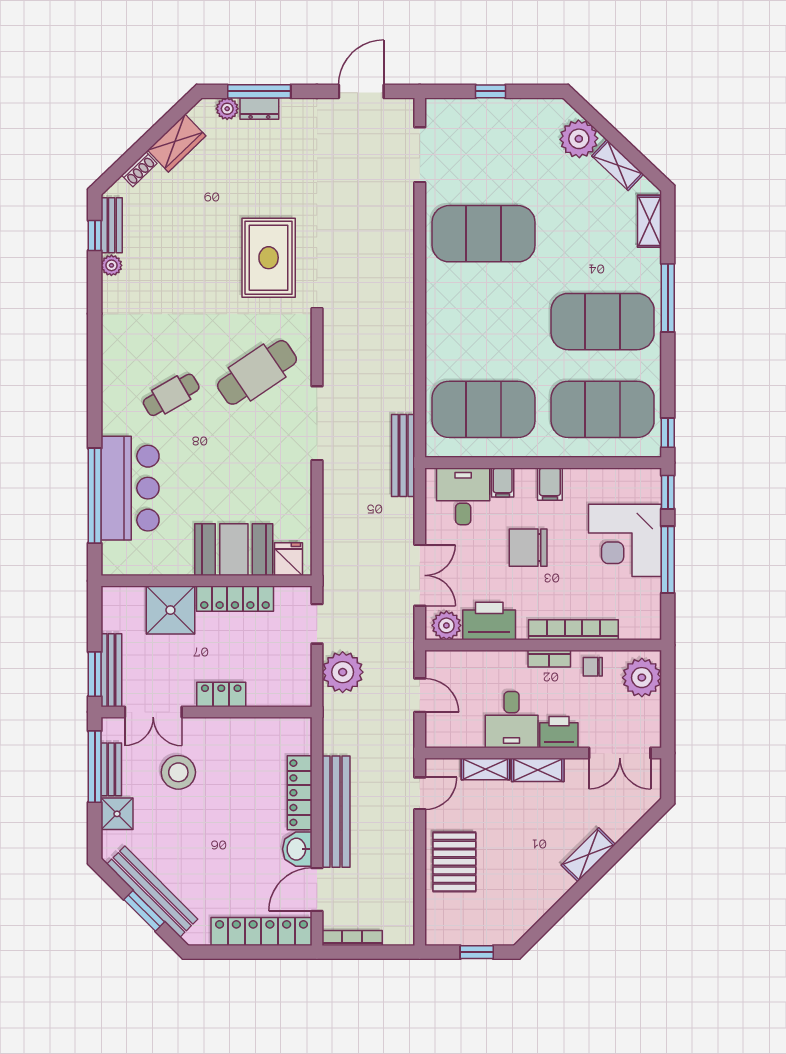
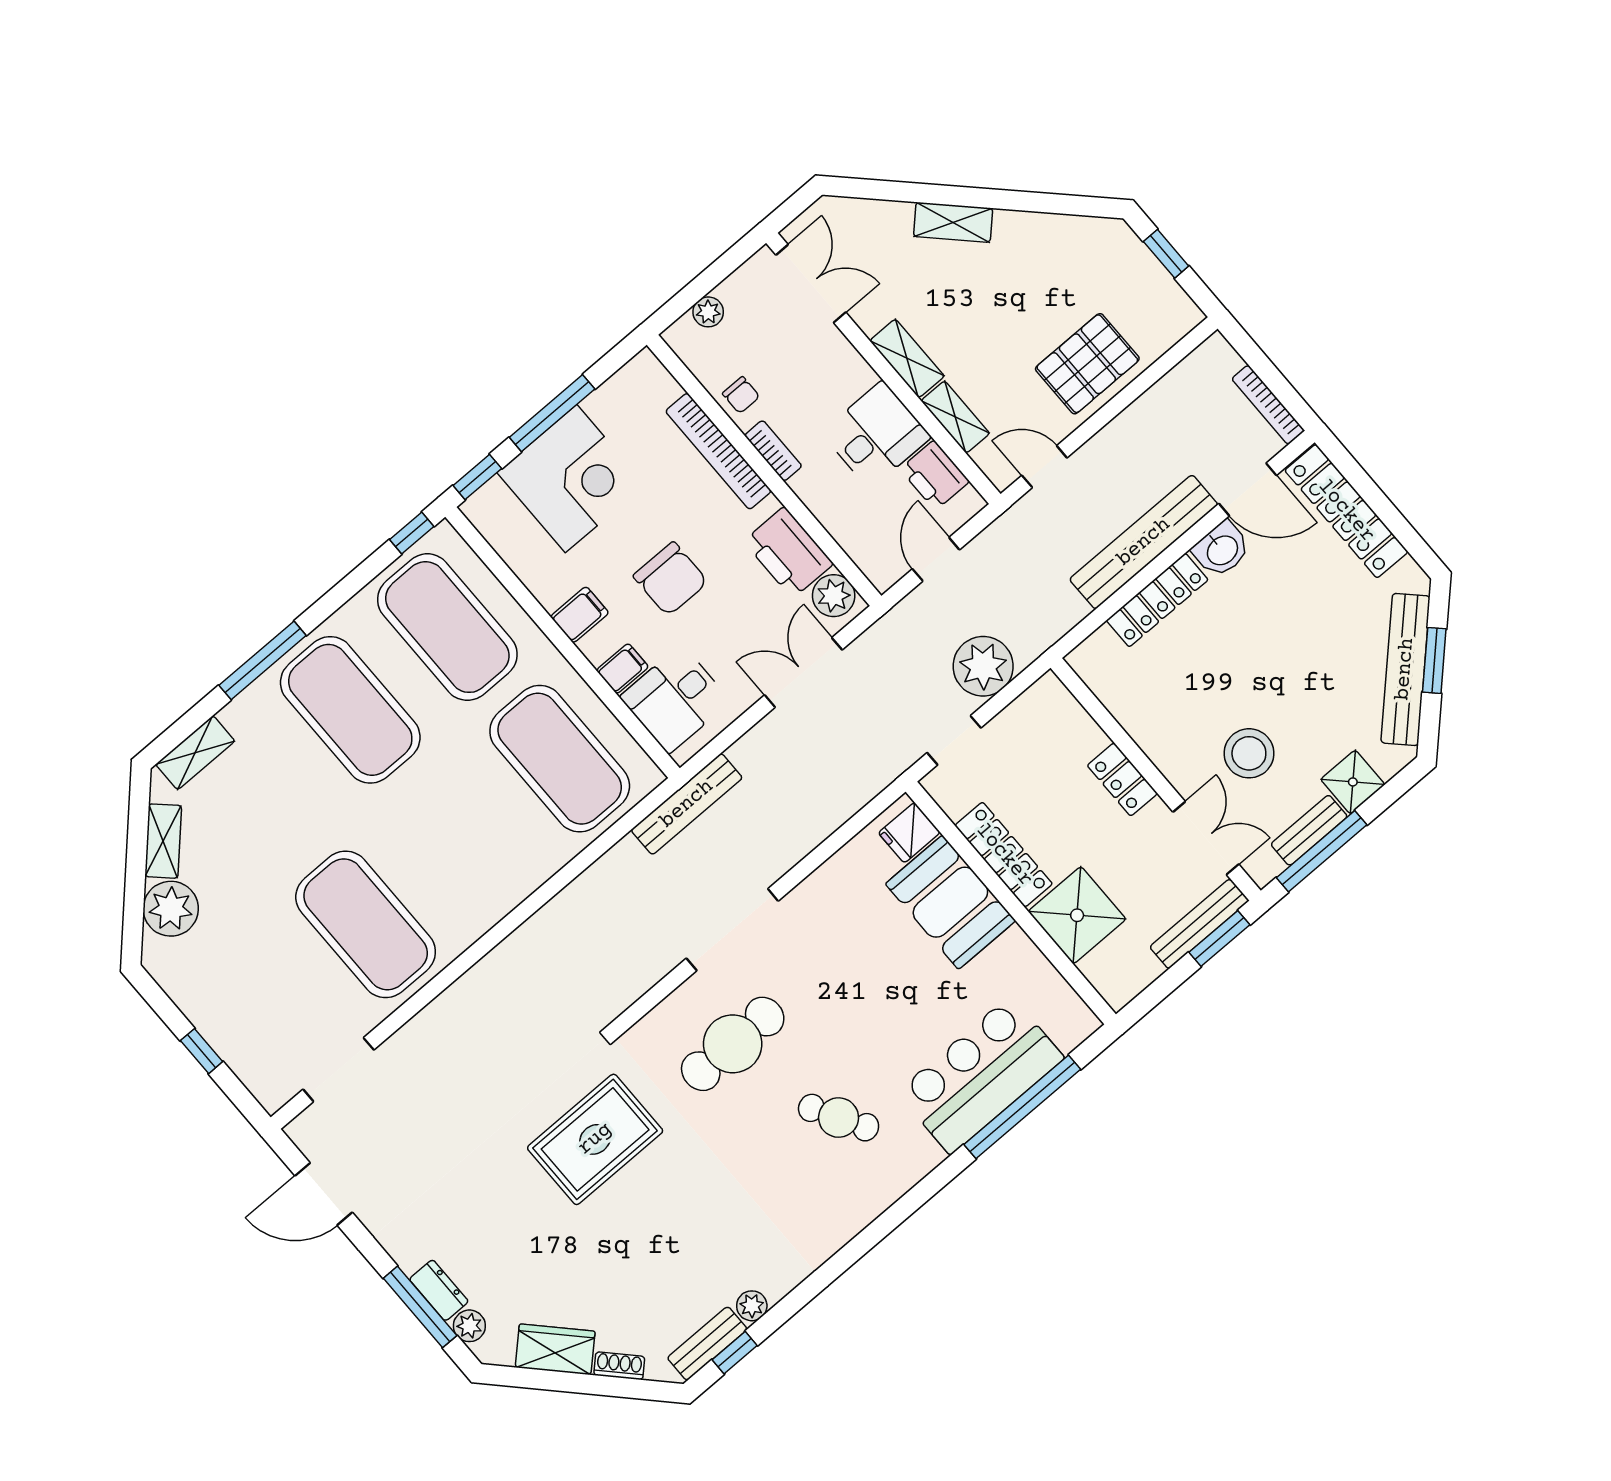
cafe table: (257, 372) -> (733, 1044), turned -56
plant: (642, 678) -> (708, 312), width x0.53, depth x0.53
printer: (559, 732) -> (935, 475), moved

